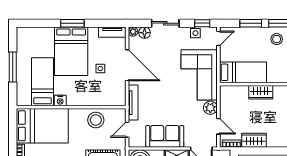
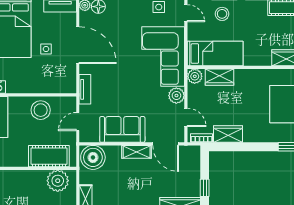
door: (218, 38) -> (186, 13), hinge flipped
stool: (277, 39) -> (222, 14), moved
plant: (226, 91) -> (195, 76), added
wardrobe: (261, 92) -> (219, 77), moved
tv unit: (133, 103) -> (85, 89), width x0.71

